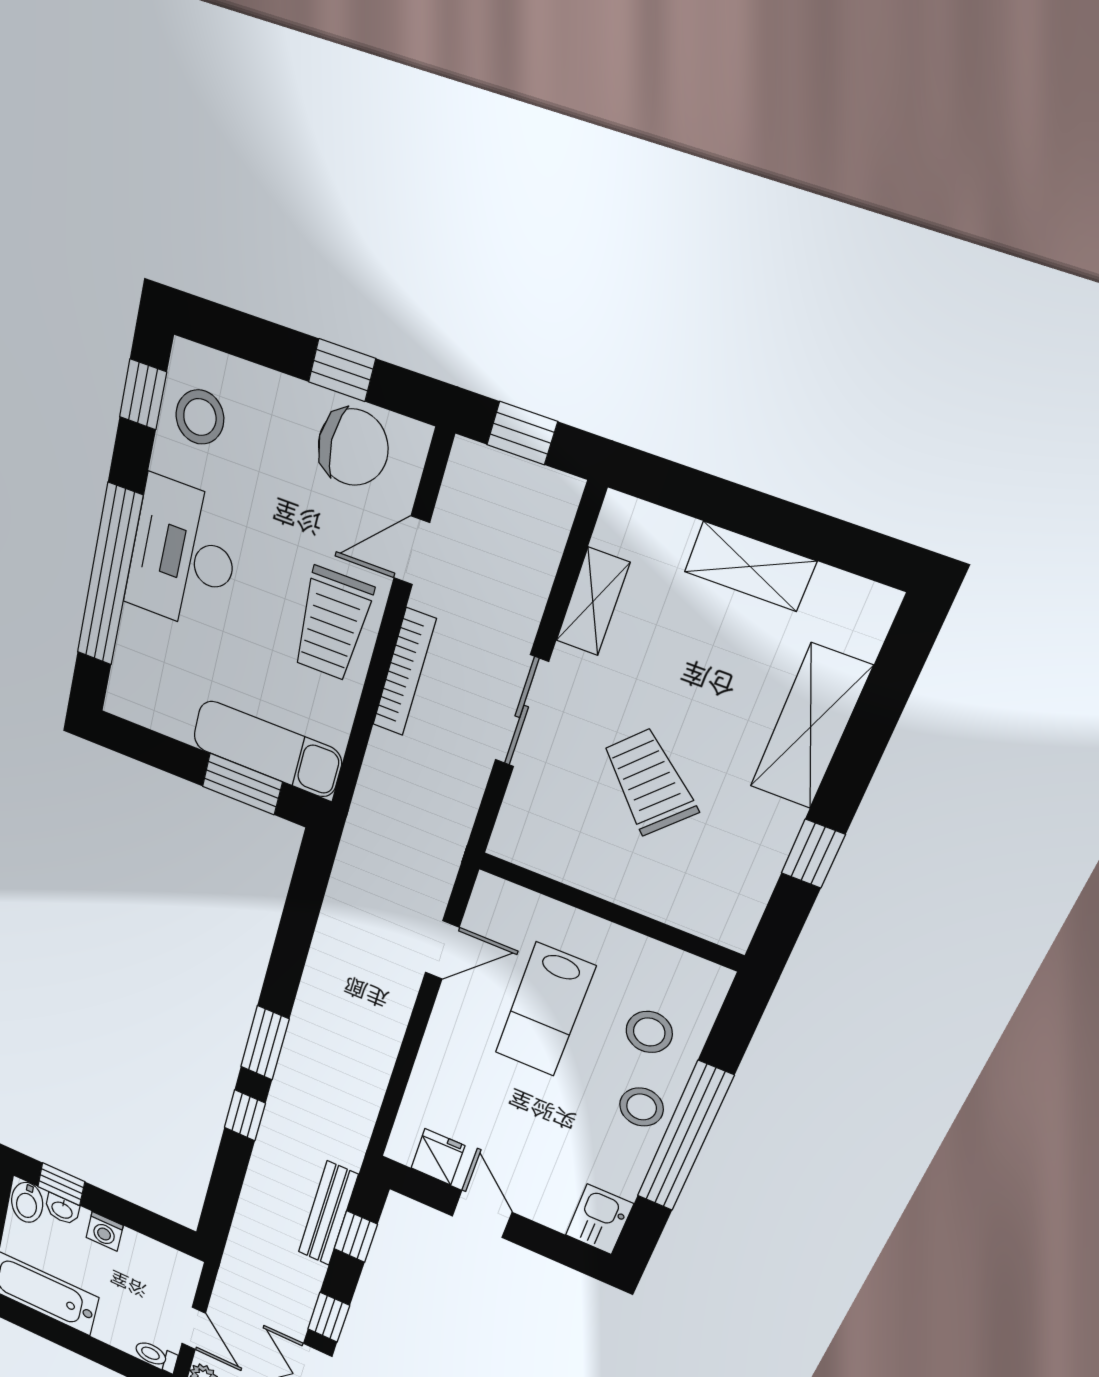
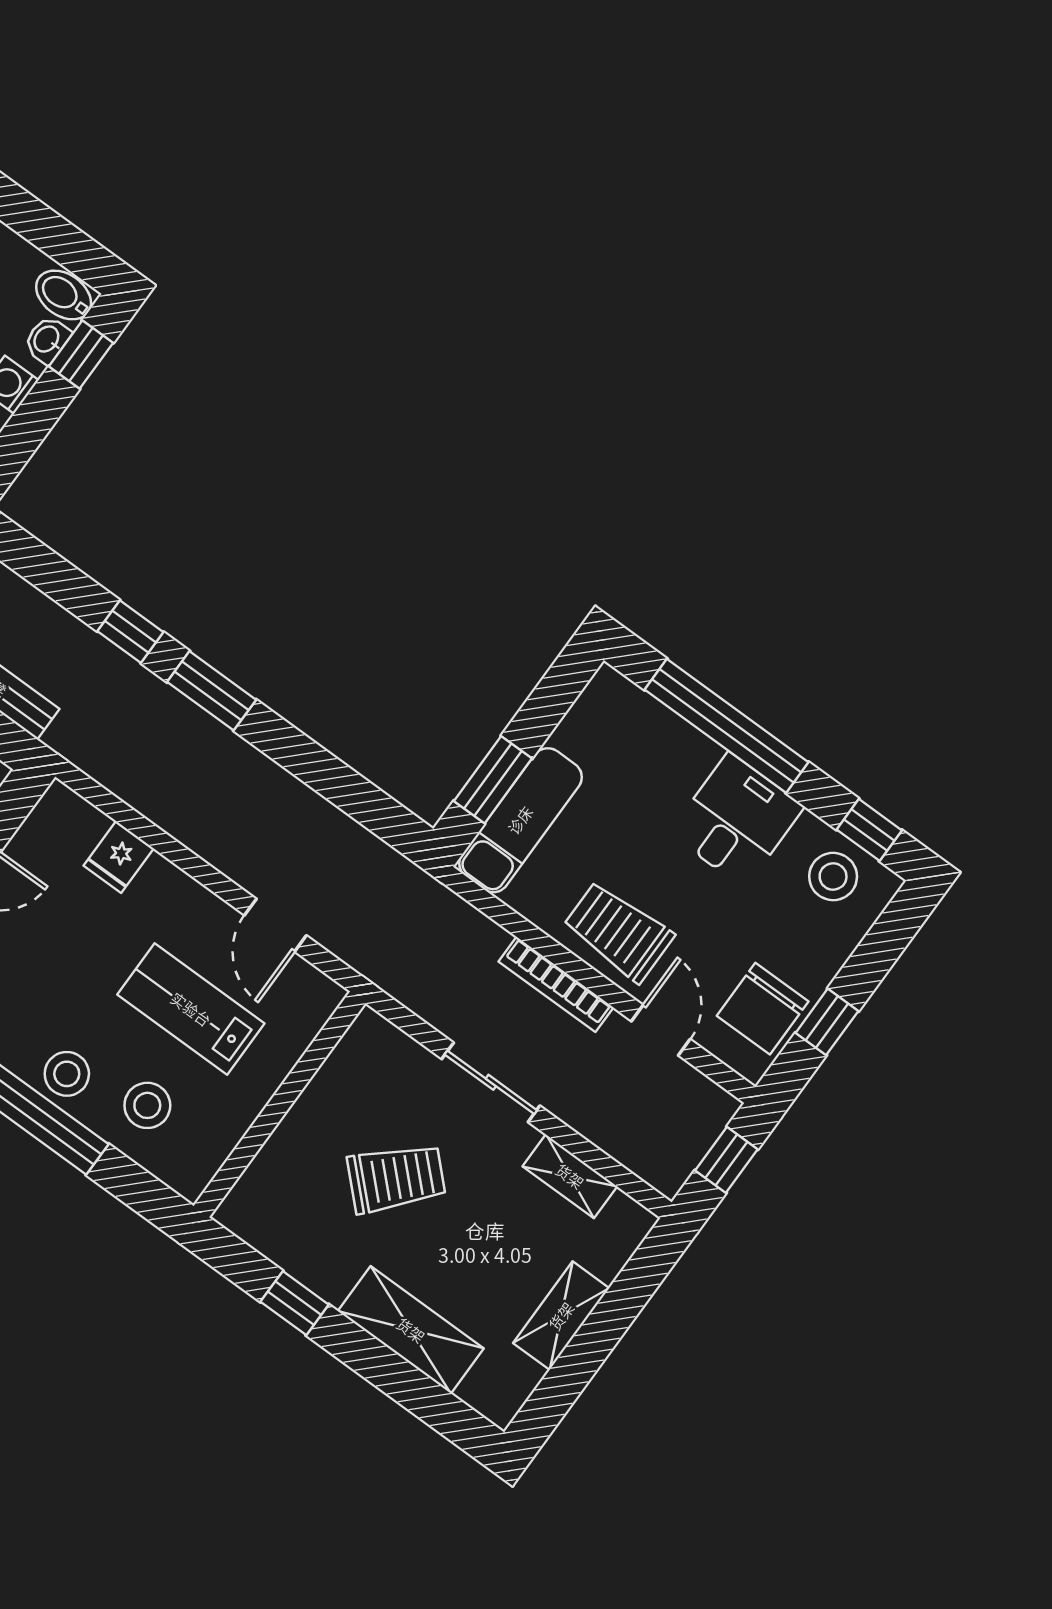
desk: (183, 555) -> (737, 820), width x0.73
fridge: (438, 1157) -> (119, 857), moved, turned 90

